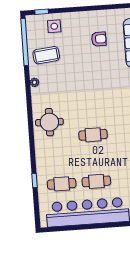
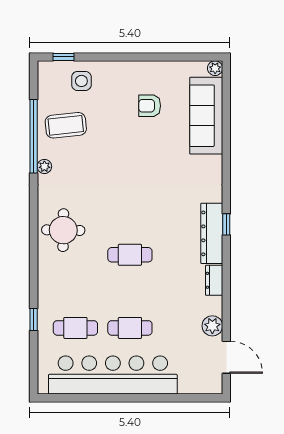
armchair: (99, 39) -> (150, 106), turned 180
window: (25, 42) -> (34, 136), moved

